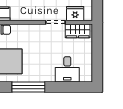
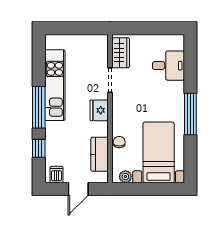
fridge: (75, 14) -> (99, 110), moved

